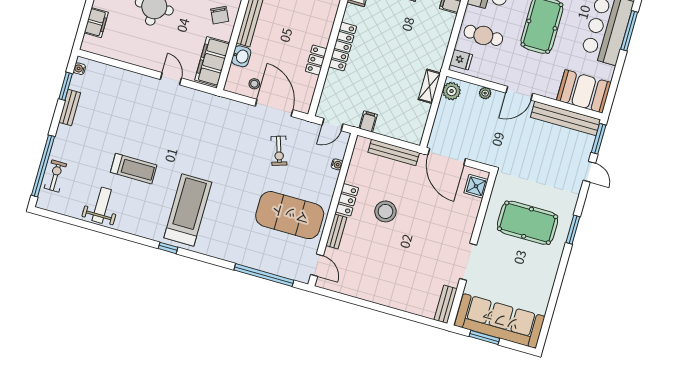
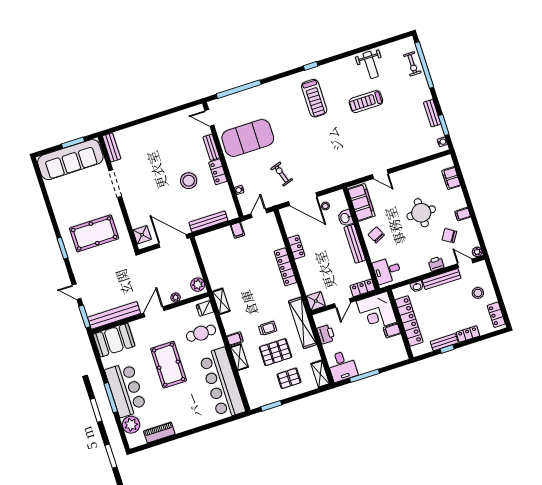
shelving: (429, 86) -> (221, 301), moved
treadmill: (188, 210) -> (314, 98), width x0.73, depth x0.73

